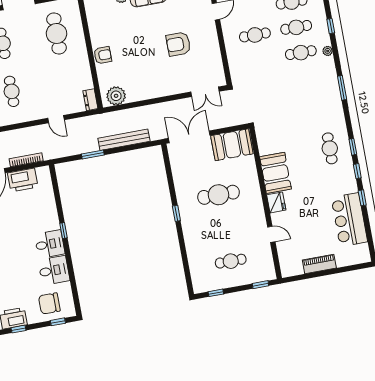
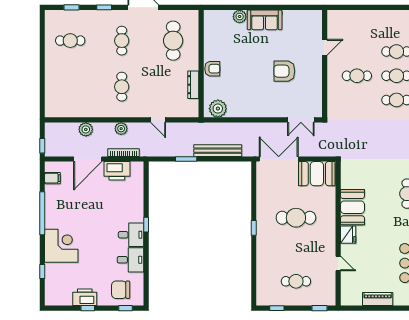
dresser: (90, 100) -> (193, 85), moved, width x1.44
plant: (19, 135) -> (121, 129), added

